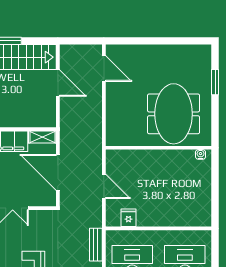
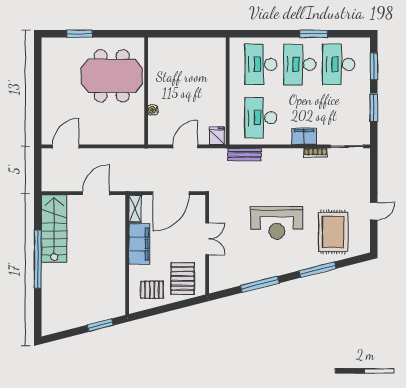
door: (58, 83) -> (96, 193), moved
water cooler: (201, 154) -> (153, 110), moved
fridge: (128, 218) -> (217, 136), moved, turned 90

